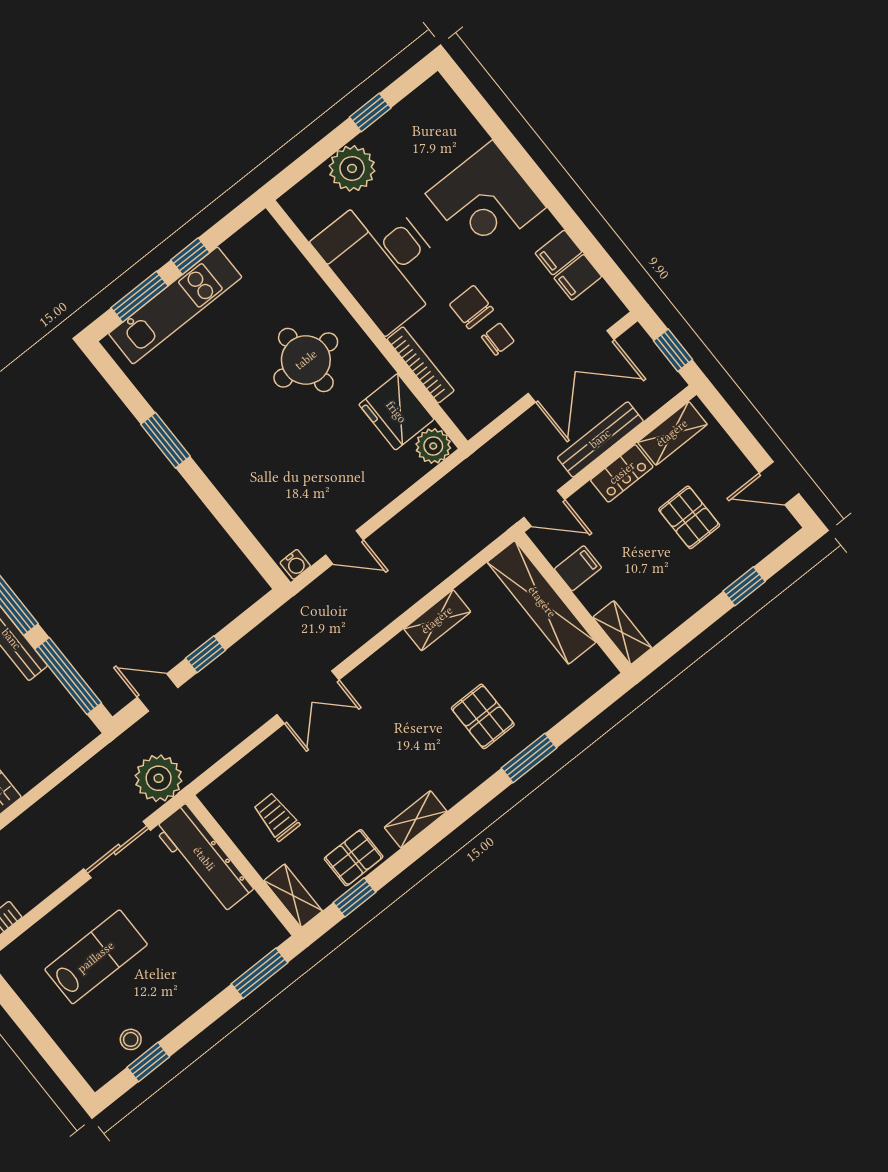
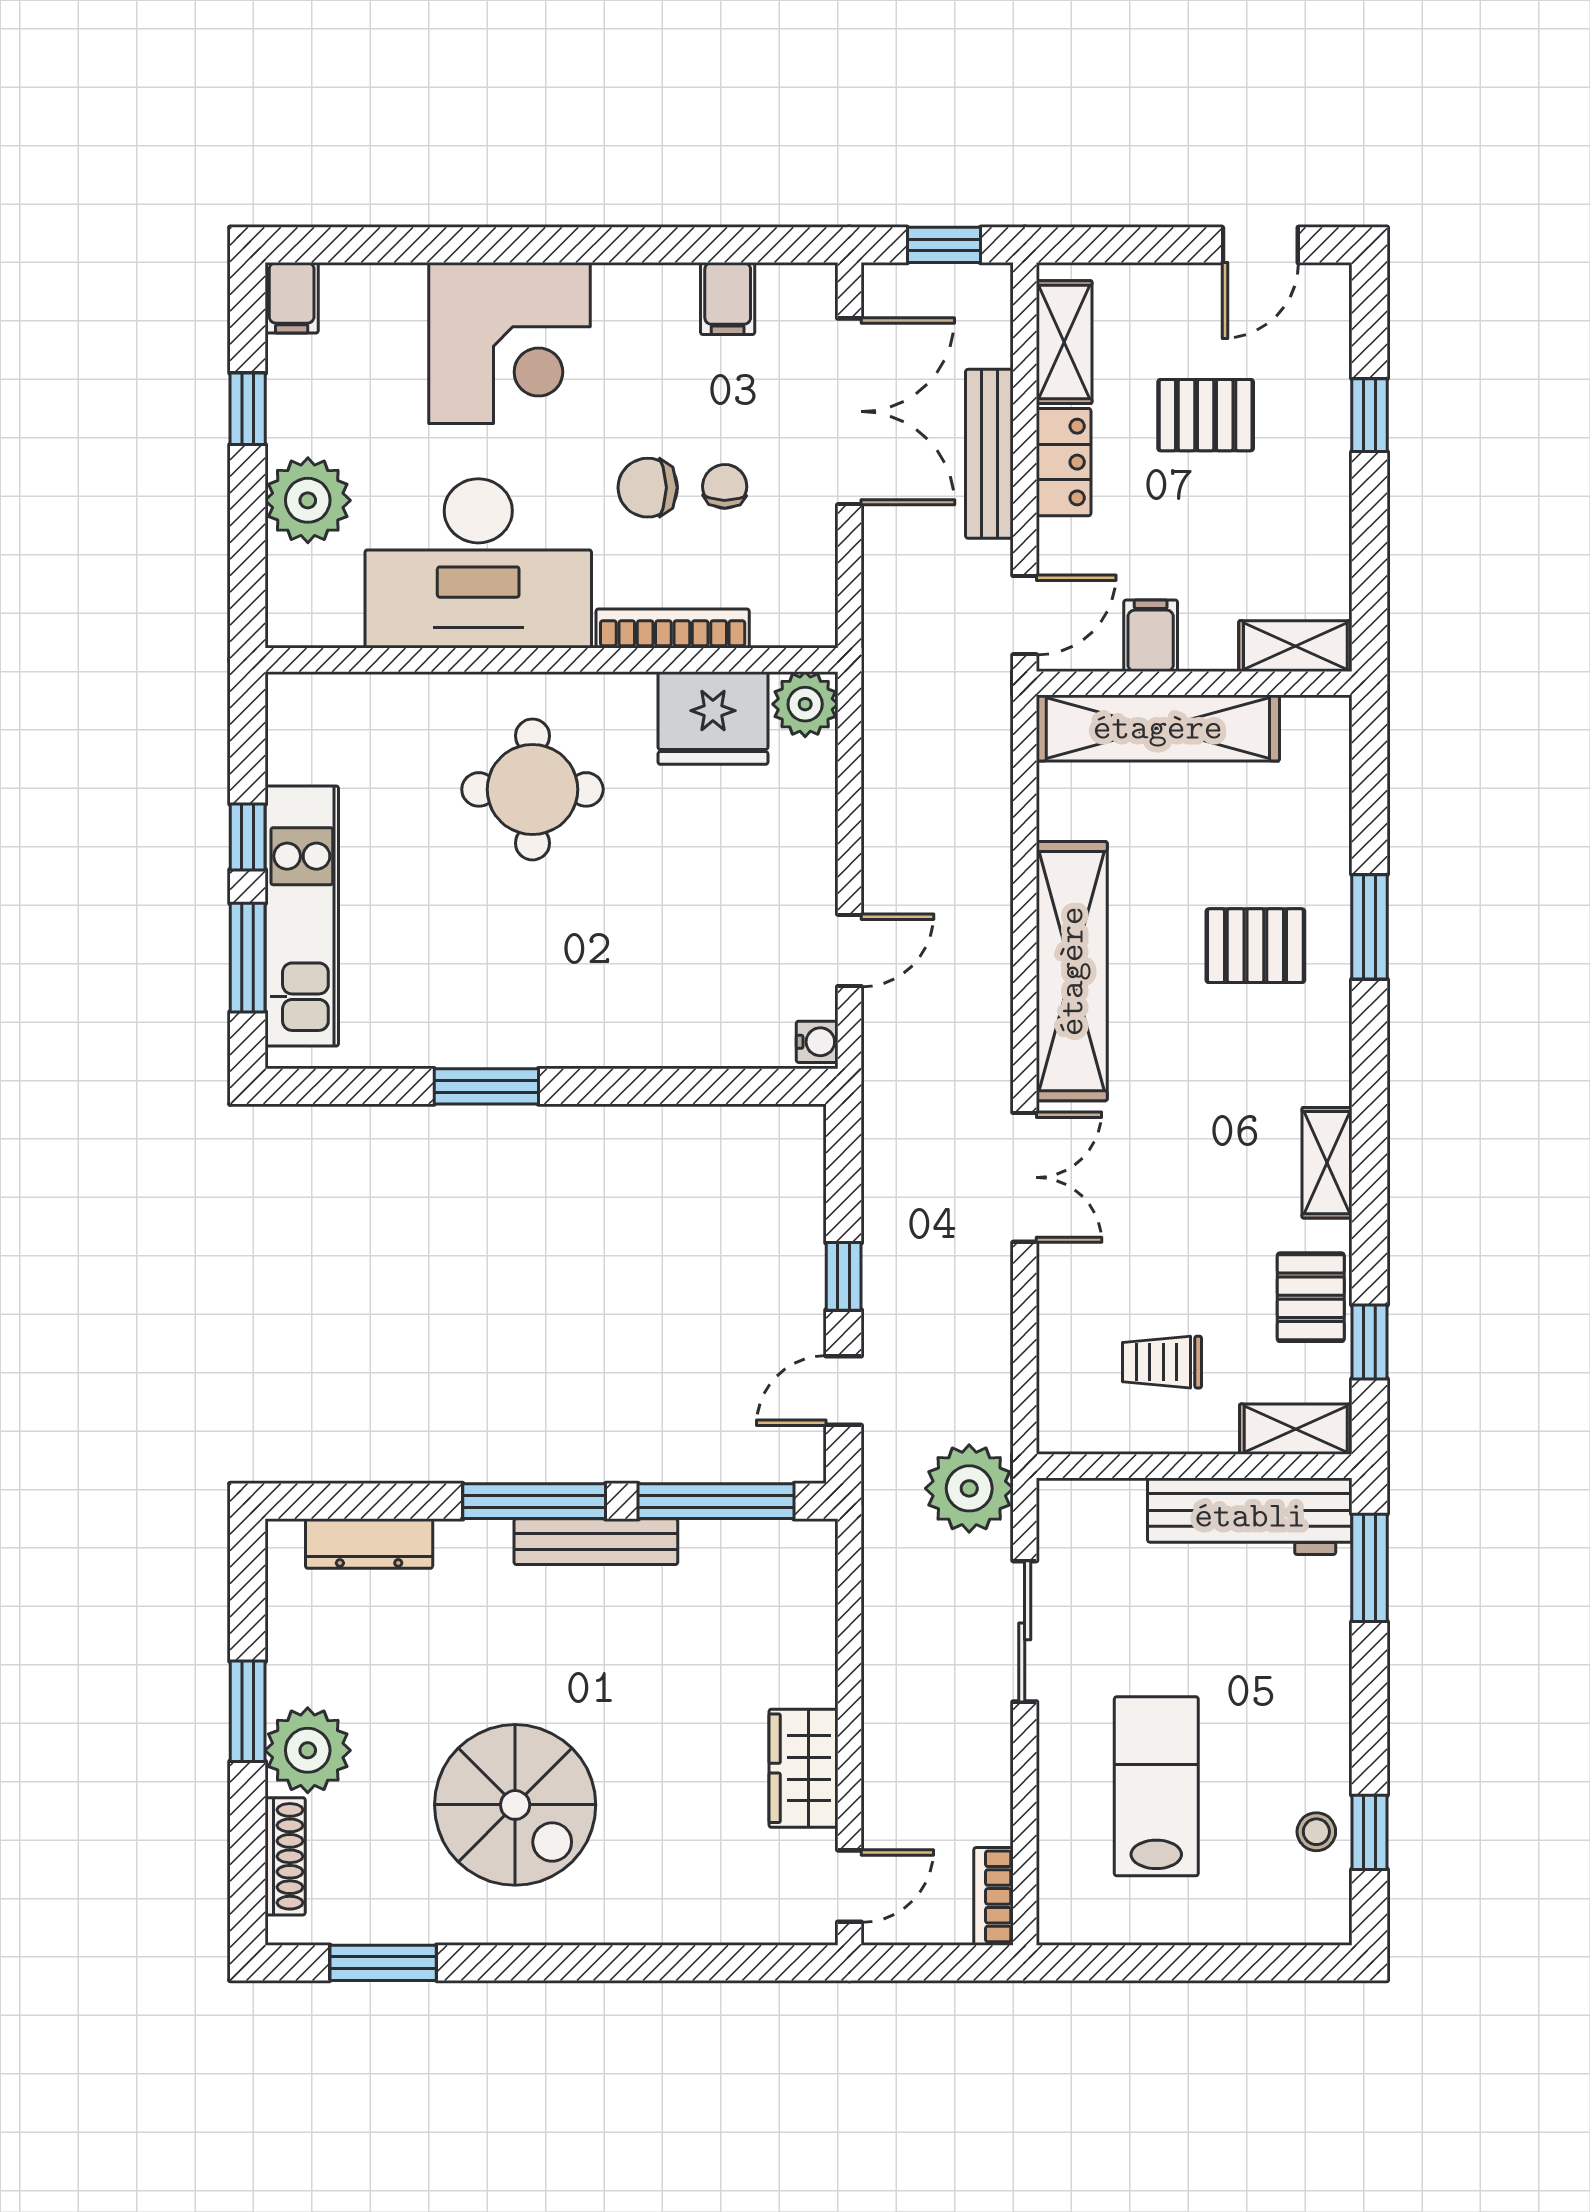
filing cabinet: (559, 253) -> (292, 298), moved
shelving: (437, 620) -> (1072, 971), width x2.20, depth x1.33
workbench: (204, 859) -> (1250, 1516), moved

